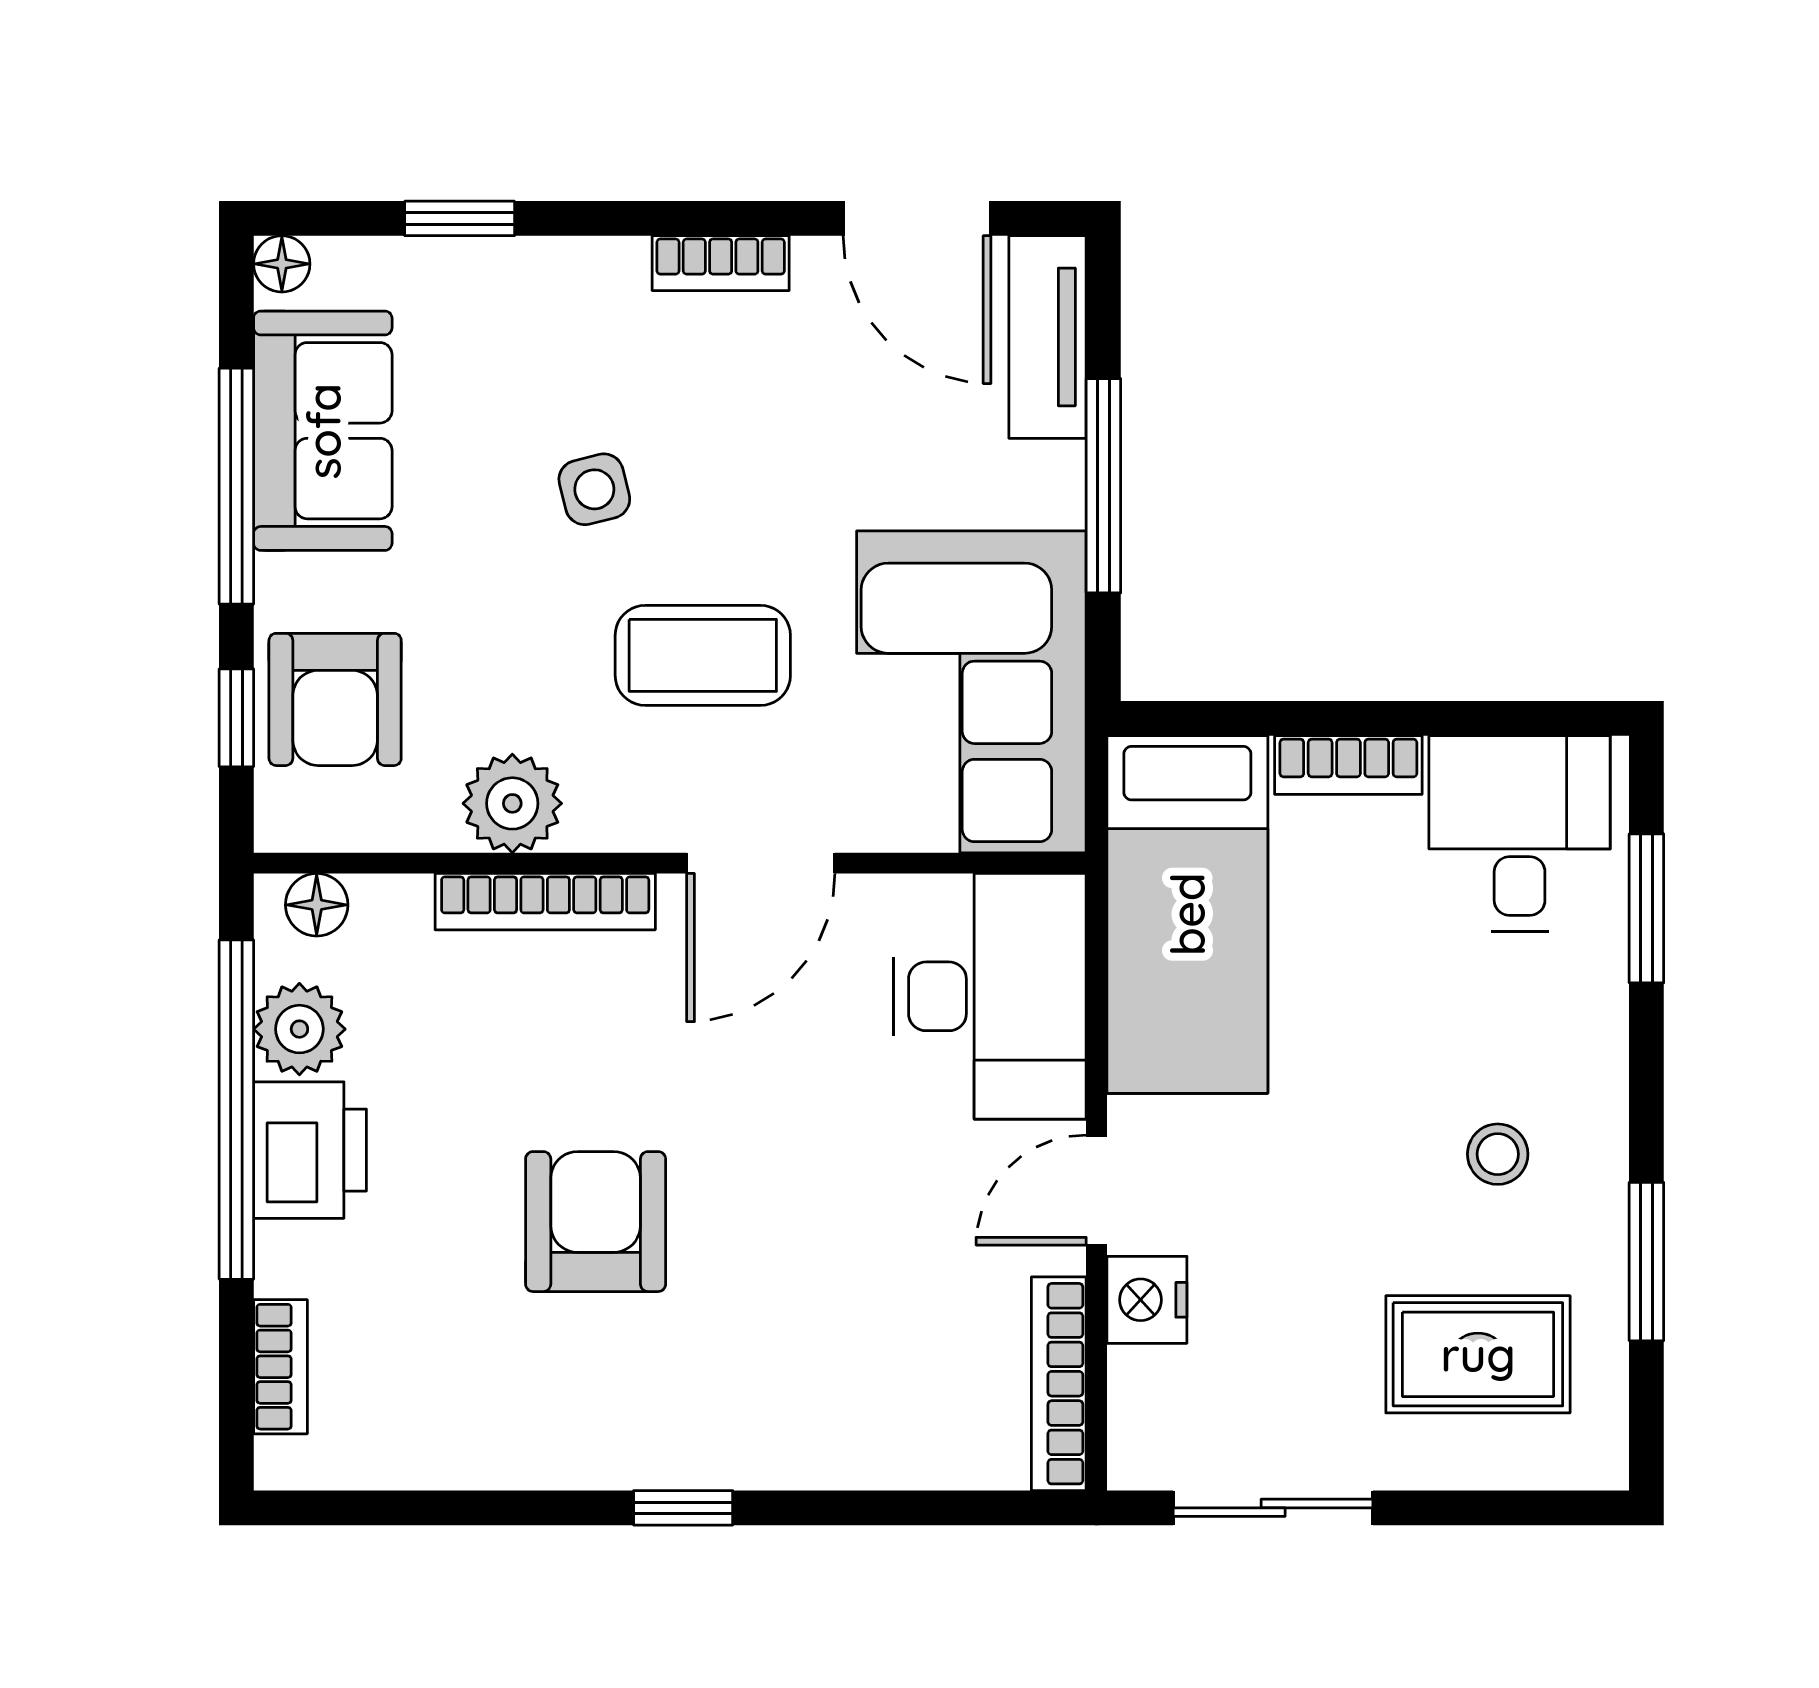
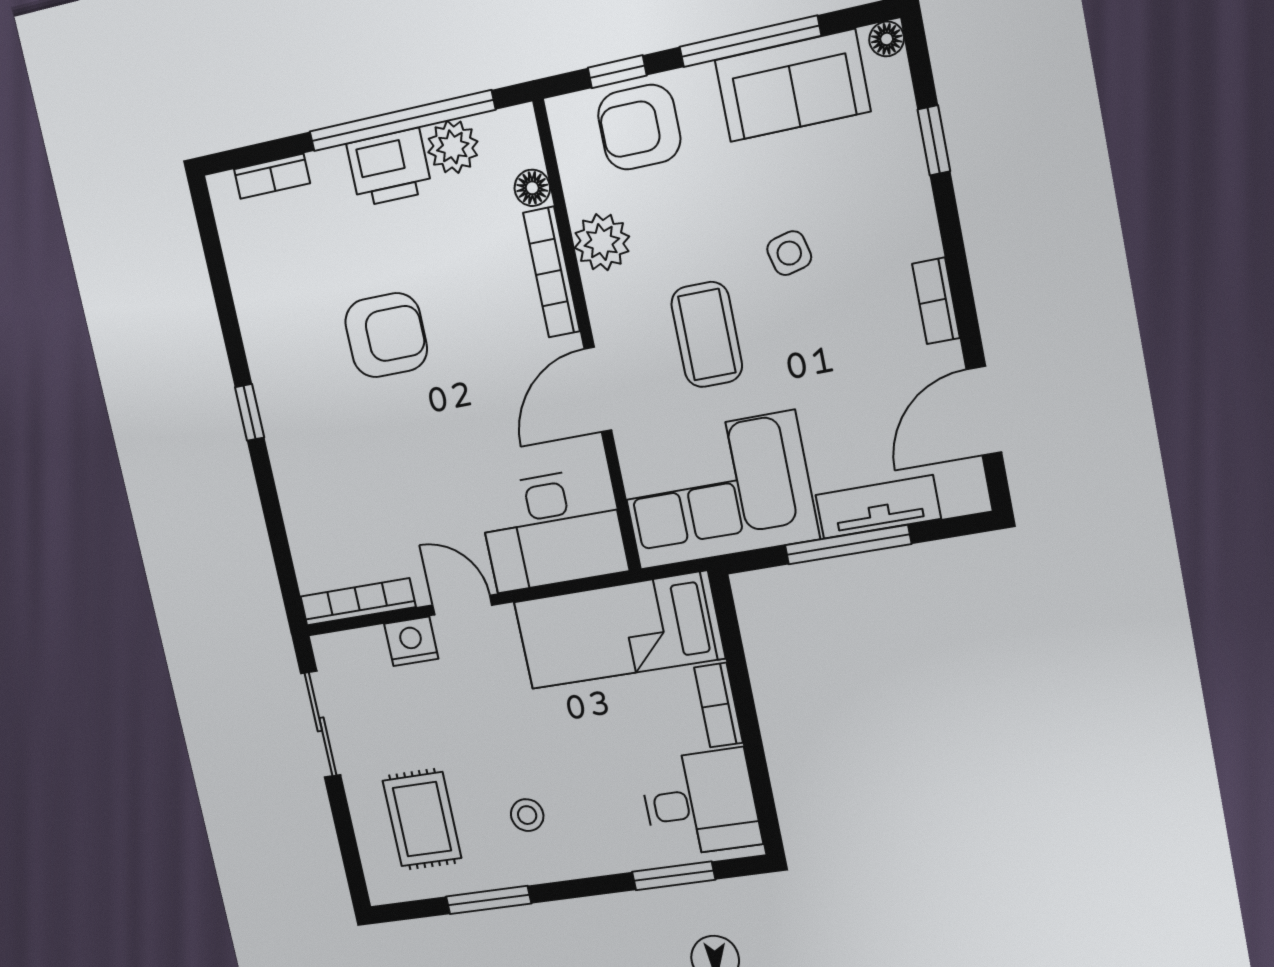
tv unit: (1048, 337) -> (878, 507), moved
door: (761, 863) -> (598, 390), hinge flipped
floor lamp: (317, 905) -> (532, 188), moved

